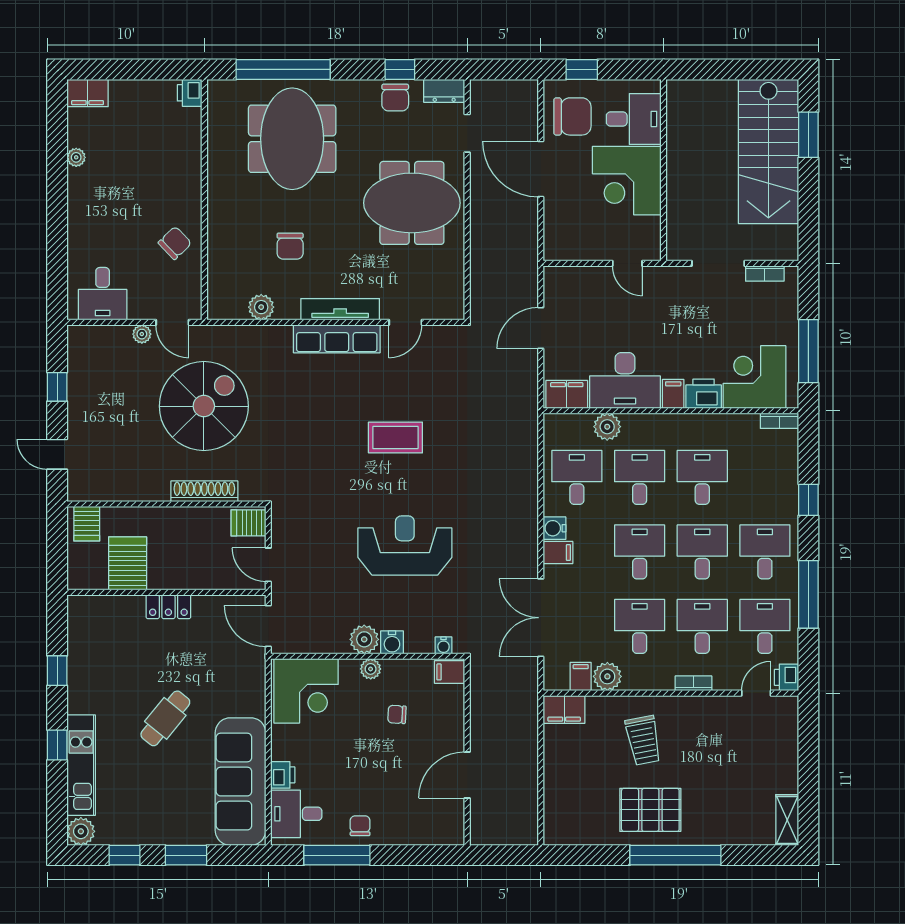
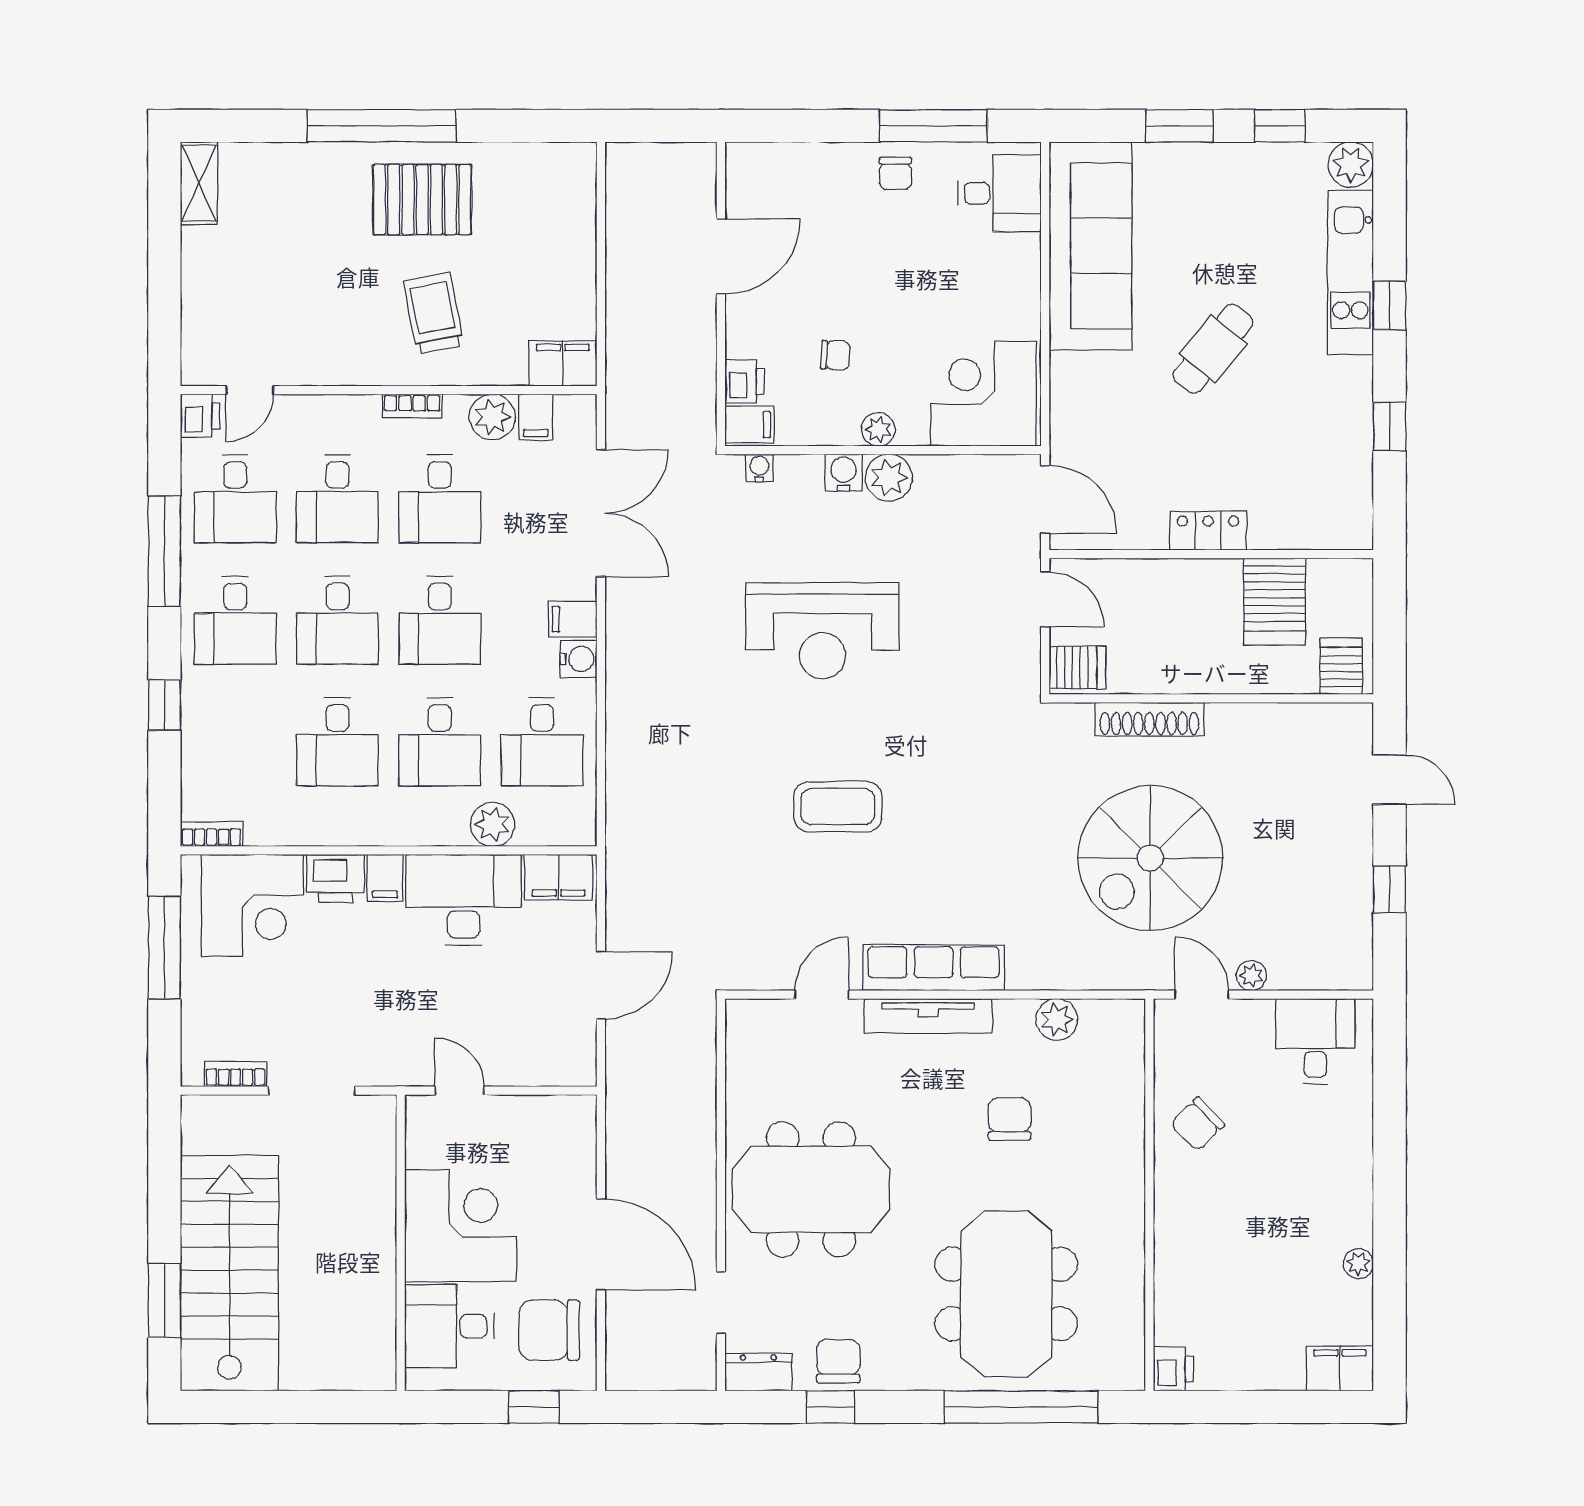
bookcase: (693, 683) -> (412, 406), moved
printer: (283, 775) -> (745, 381), moved, turned 180

